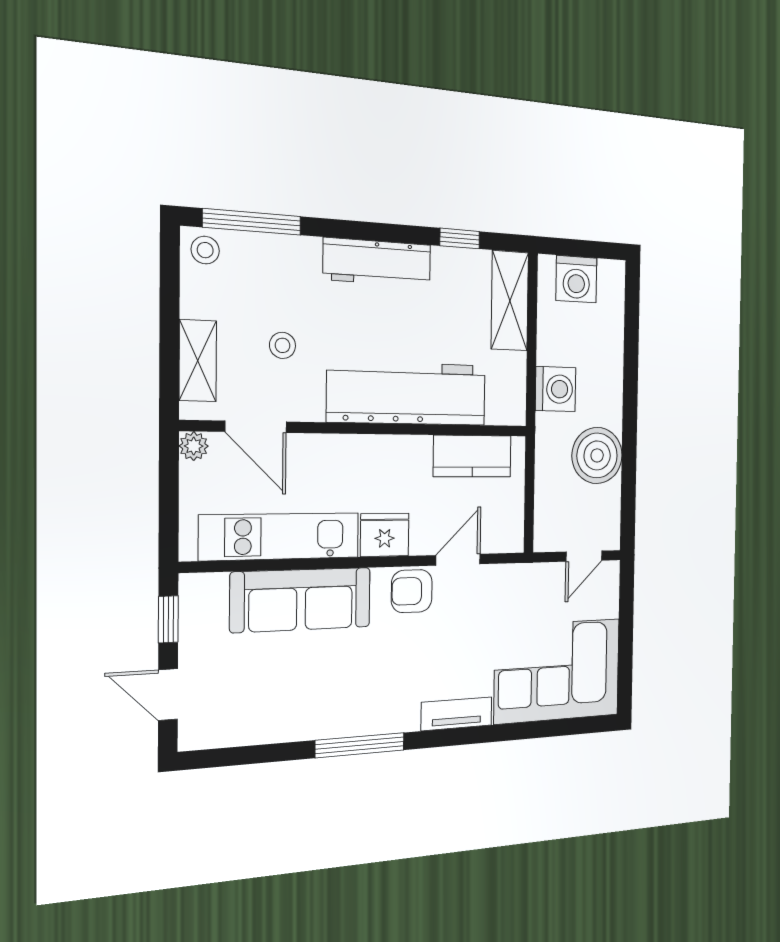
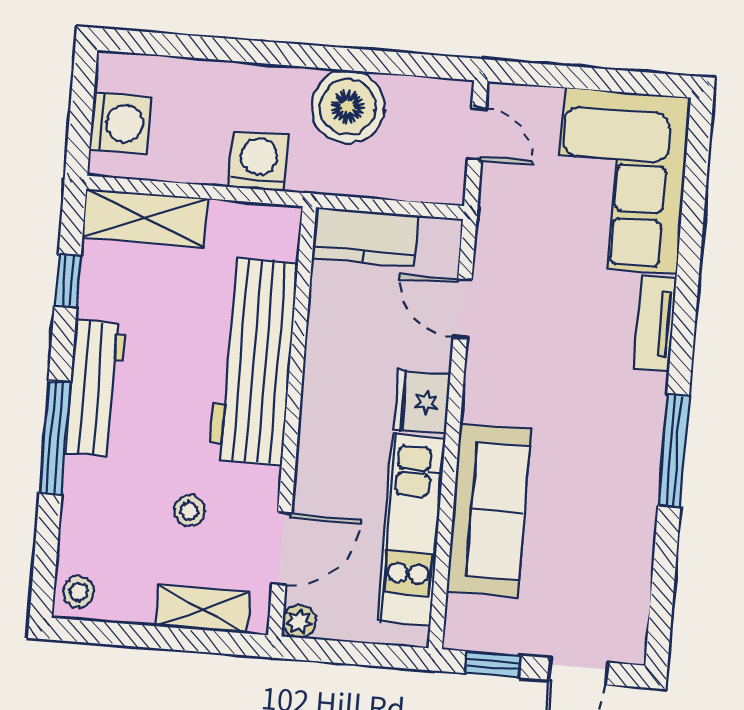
window: (252, 222) -> (55, 438), moved
kitchen counter: (472, 456) -> (365, 237), moved, turned 90
armchair: (412, 591) -> (495, 372), removed

